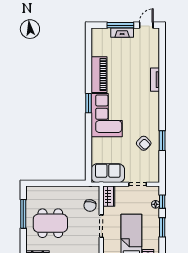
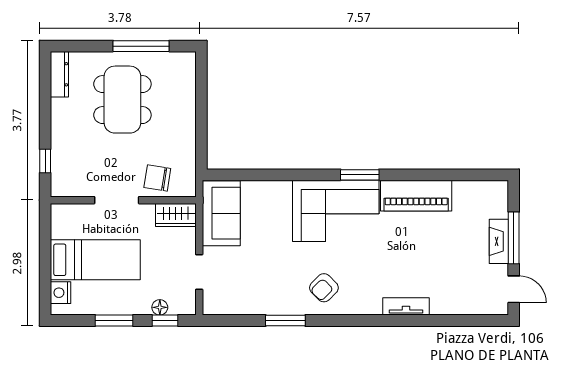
armchair: (144, 143) -> (324, 288), moved

